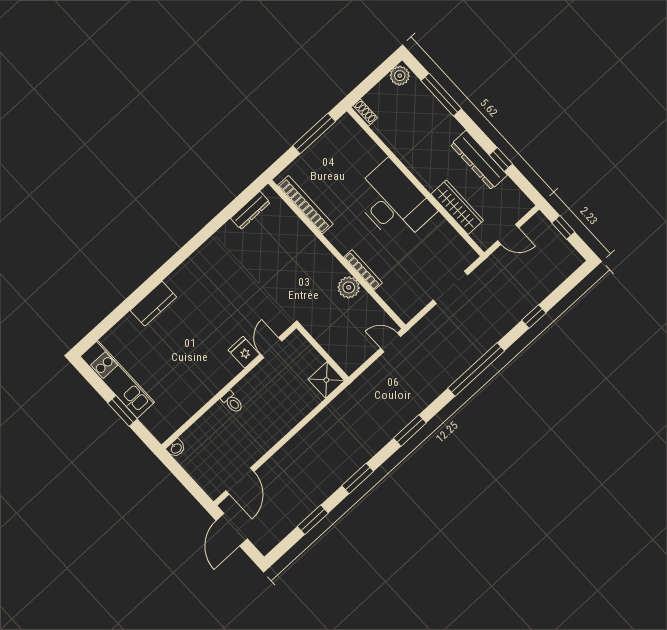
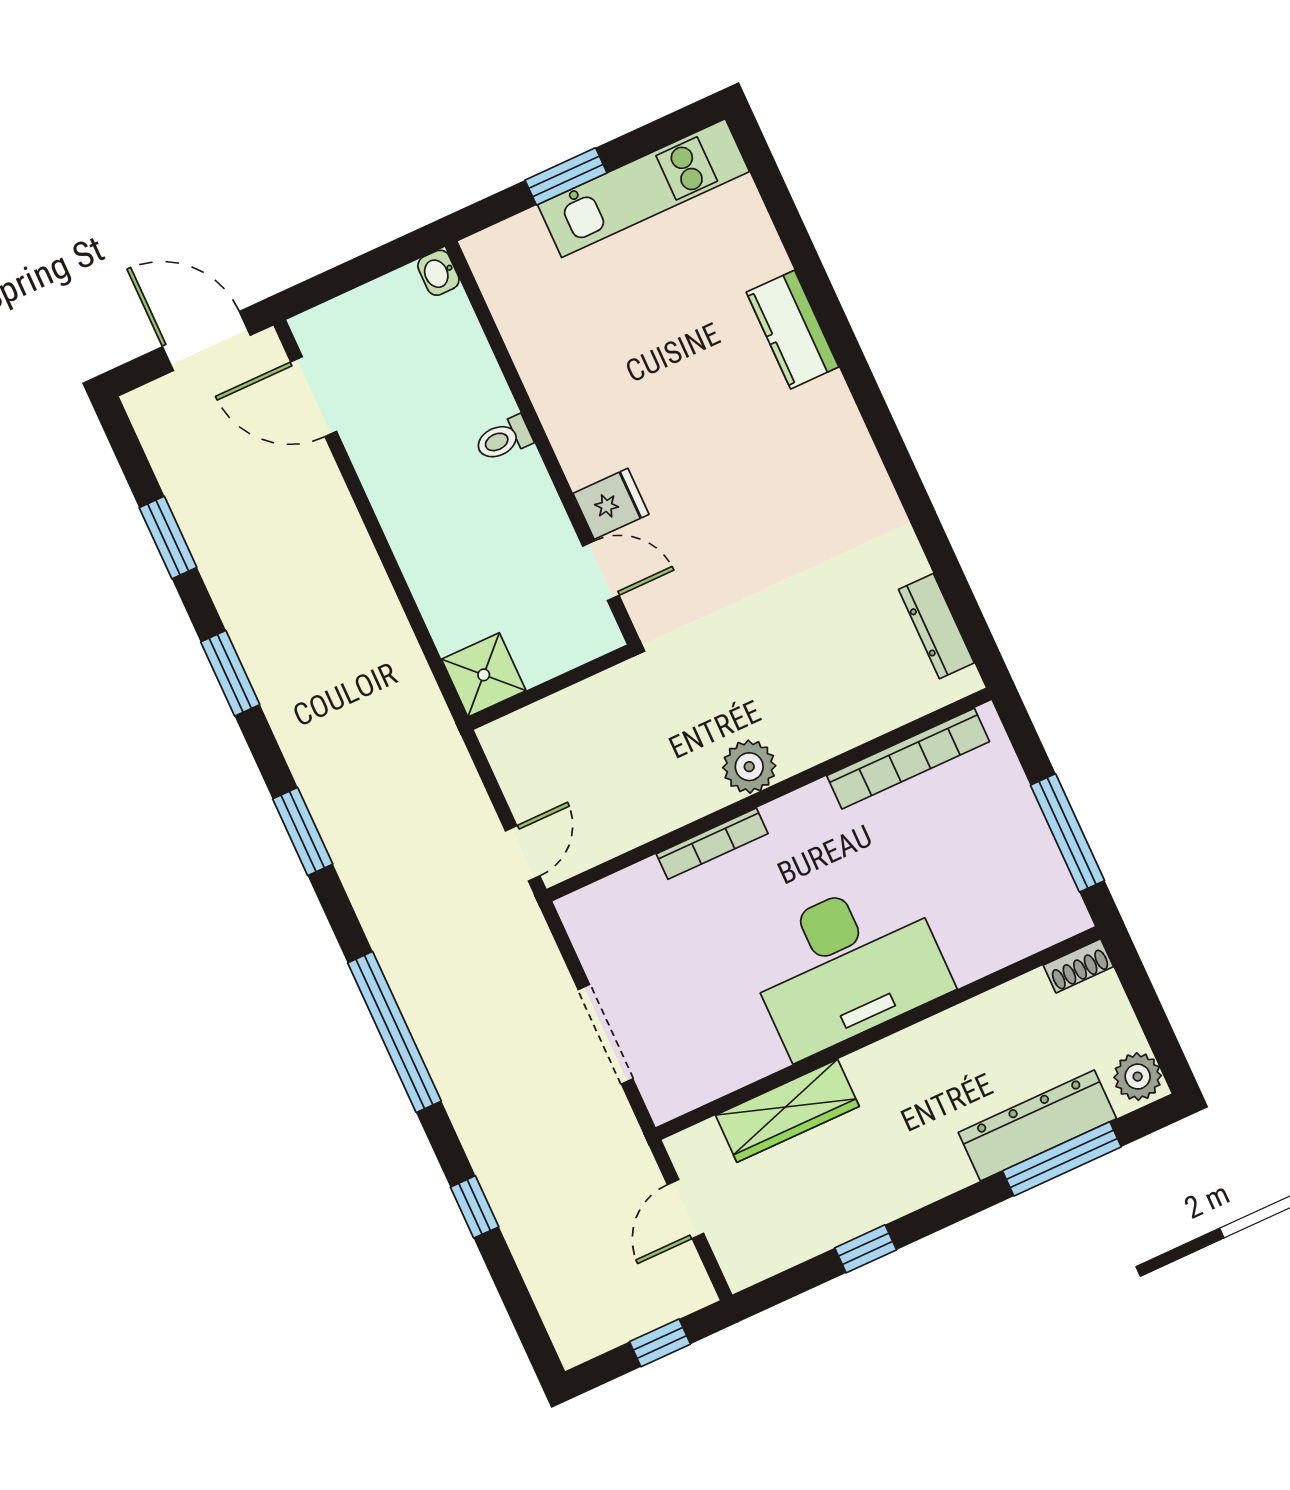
dresser: (479, 160) -> (1037, 1125), moved
plant: (349, 287) -> (749, 767), moved

